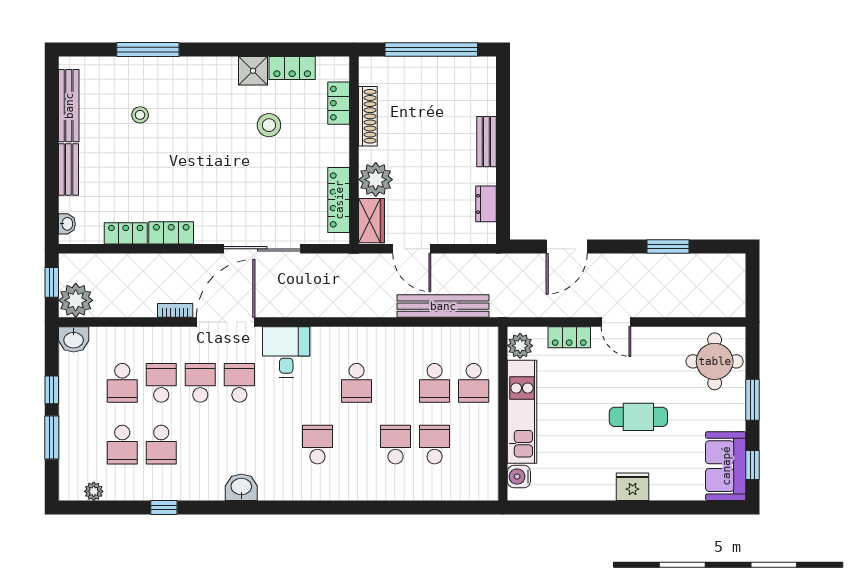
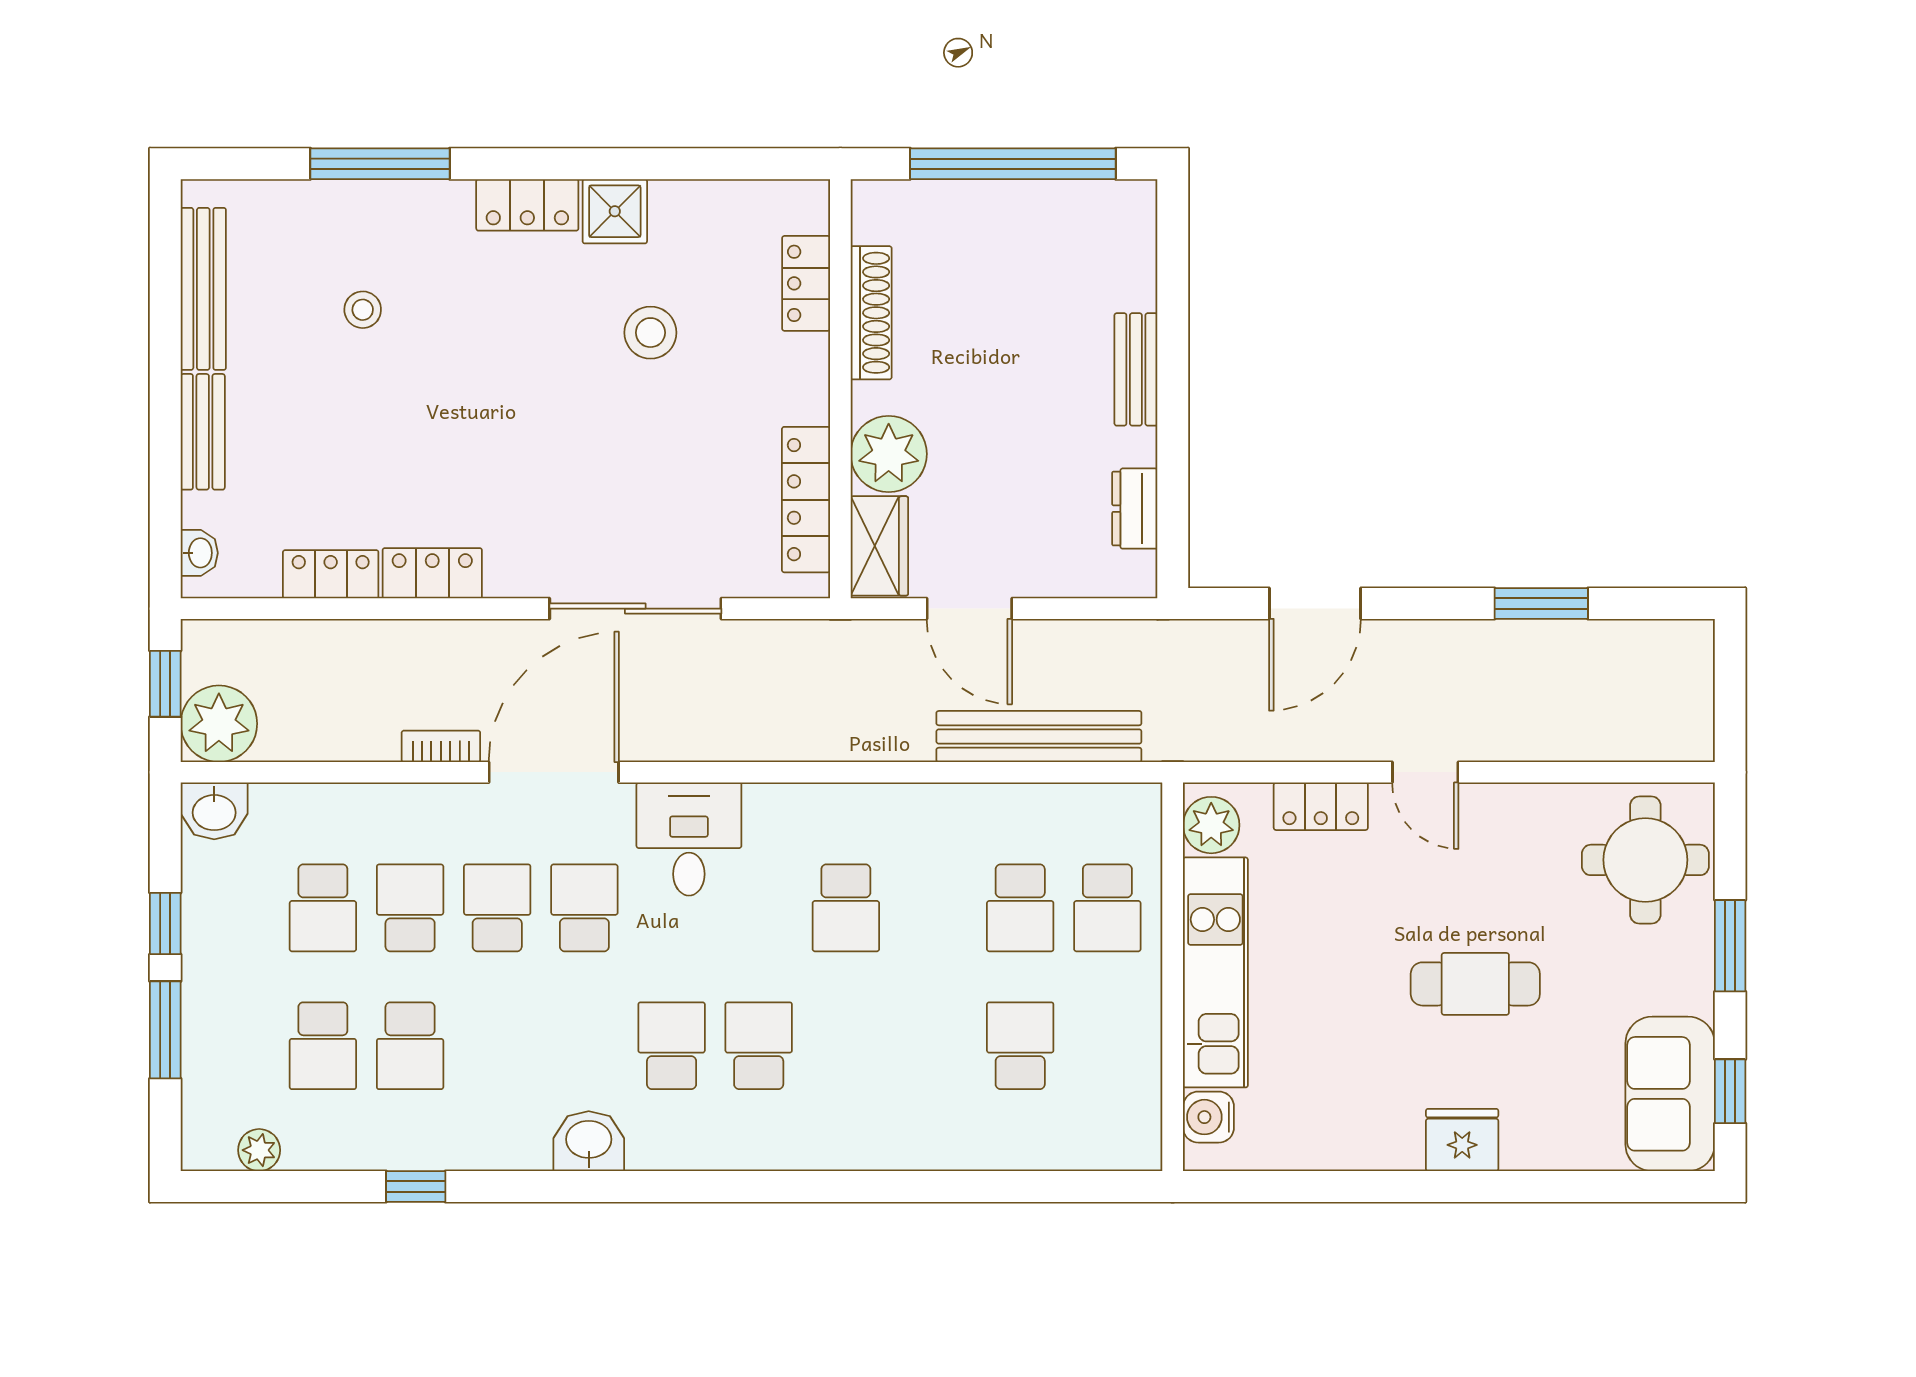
locker: (292, 68) -> (527, 205), moved
school desk: (396, 445) -> (672, 1046), moved

